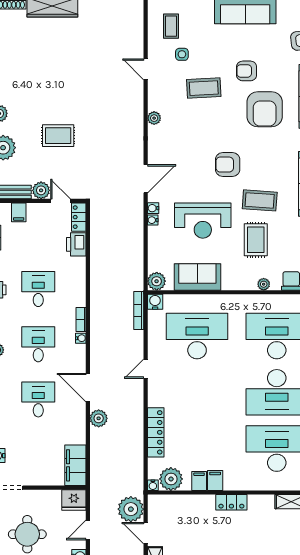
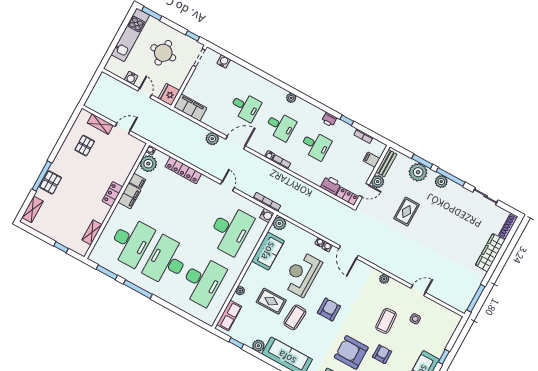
coffee table: (171, 26) -> (437, 322), removed
filing cabinet: (215, 480) -> (129, 196), width x2.00
plant: (131, 509) -> (143, 128), removed

